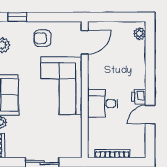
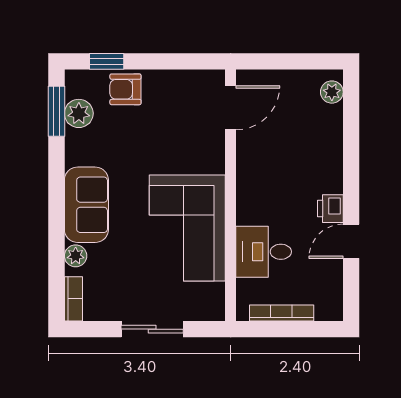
armchair: (42, 38) -> (125, 89), moved
corner sofa: (61, 86) -> (187, 228), moved
desk: (103, 103) -> (264, 252), moved

